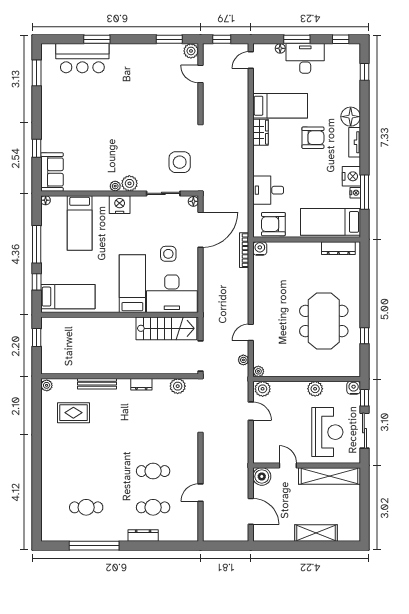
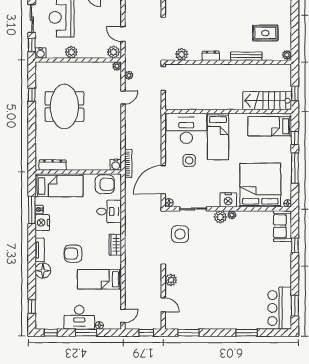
plant: (191, 51) -> (171, 280), moved
bar counter: (82, 58) -> (280, 308), moved, turned -90
wardrobe: (260, 132) -> (115, 245), moved
bed: (80, 223) -> (260, 185), width x2.04
stairs: (166, 328) -> (267, 101), moved

